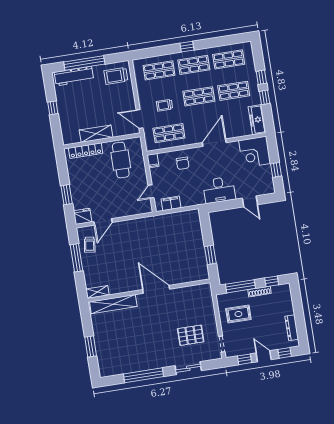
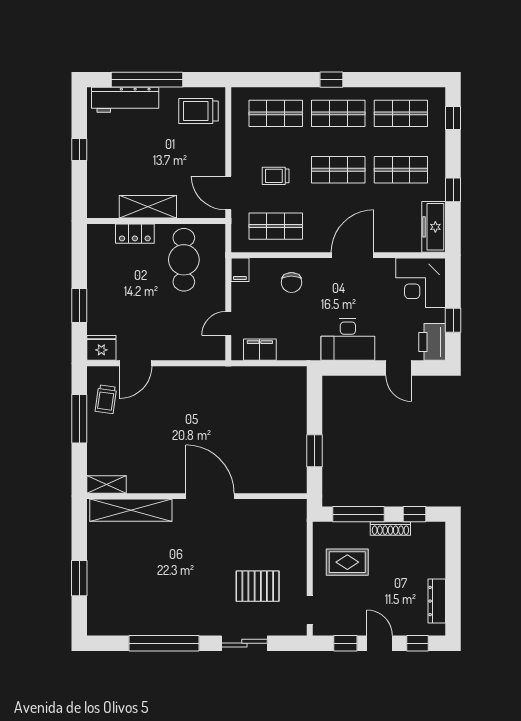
window: (261, 77) -> (453, 118), moved
locker: (86, 151) -> (135, 234), width x0.66
printer: (266, 184) -> (432, 342), added

